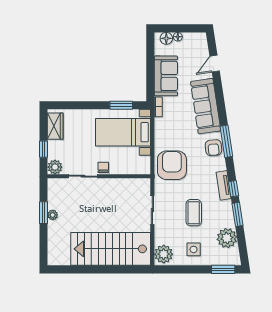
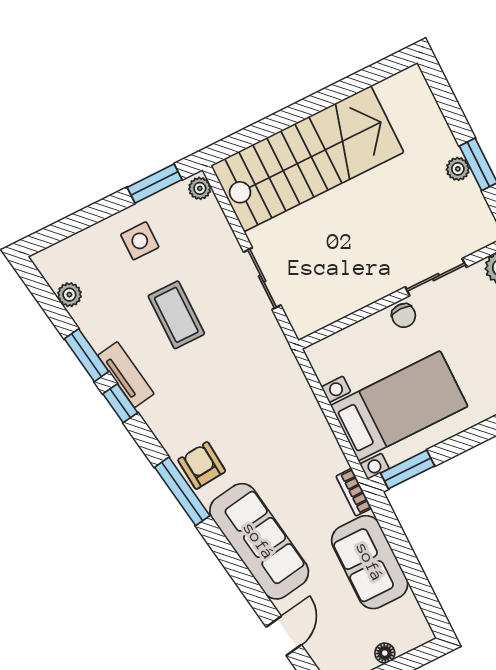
floor lamp: (166, 38) -> (406, 638), removed
window: (121, 105) -> (408, 470), moved
armchair: (172, 165) -> (268, 389), removed
tv unit: (224, 185) -> (126, 375), moved
plant: (227, 238) -> (69, 295), width x0.53, depth x0.53
plant: (164, 254) -> (200, 188), width x0.53, depth x0.53
window: (223, 269) -> (155, 183), moved

